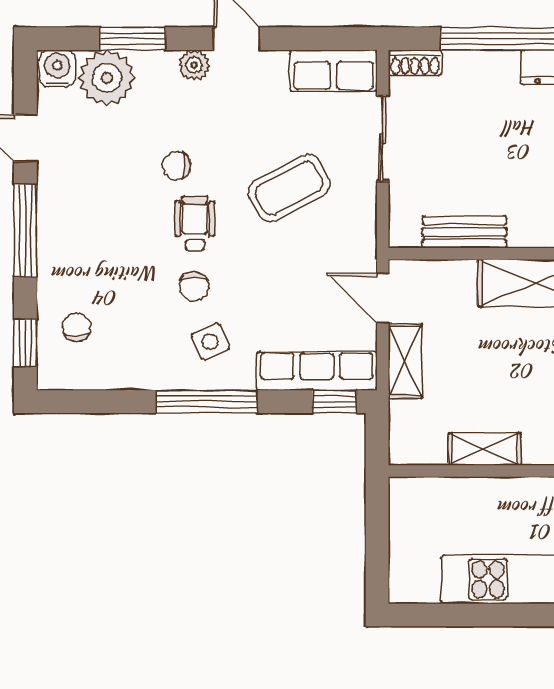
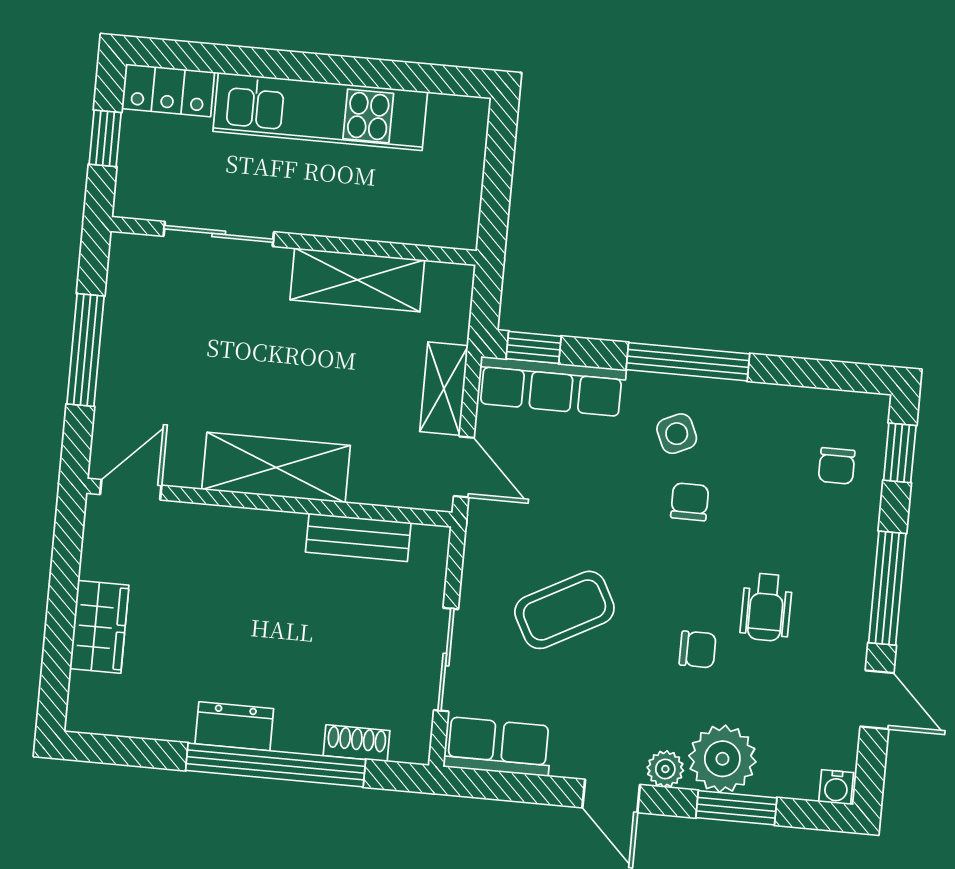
shoe rack: (415, 63) -> (357, 743), moved
water cooler: (57, 68) -> (836, 787), width x0.72, depth x0.72
plant: (107, 78) -> (722, 759), moved
wheelchair: (195, 223) -> (766, 607), moved
shelving: (485, 449) -> (357, 280), width x1.50, depth x1.33

